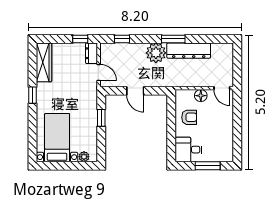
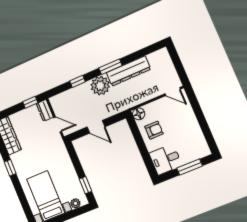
window: (122, 39) -> (77, 81), moved
floor lamp: (201, 96) -> (139, 114), moved
window: (101, 118) -> (85, 185), moved

